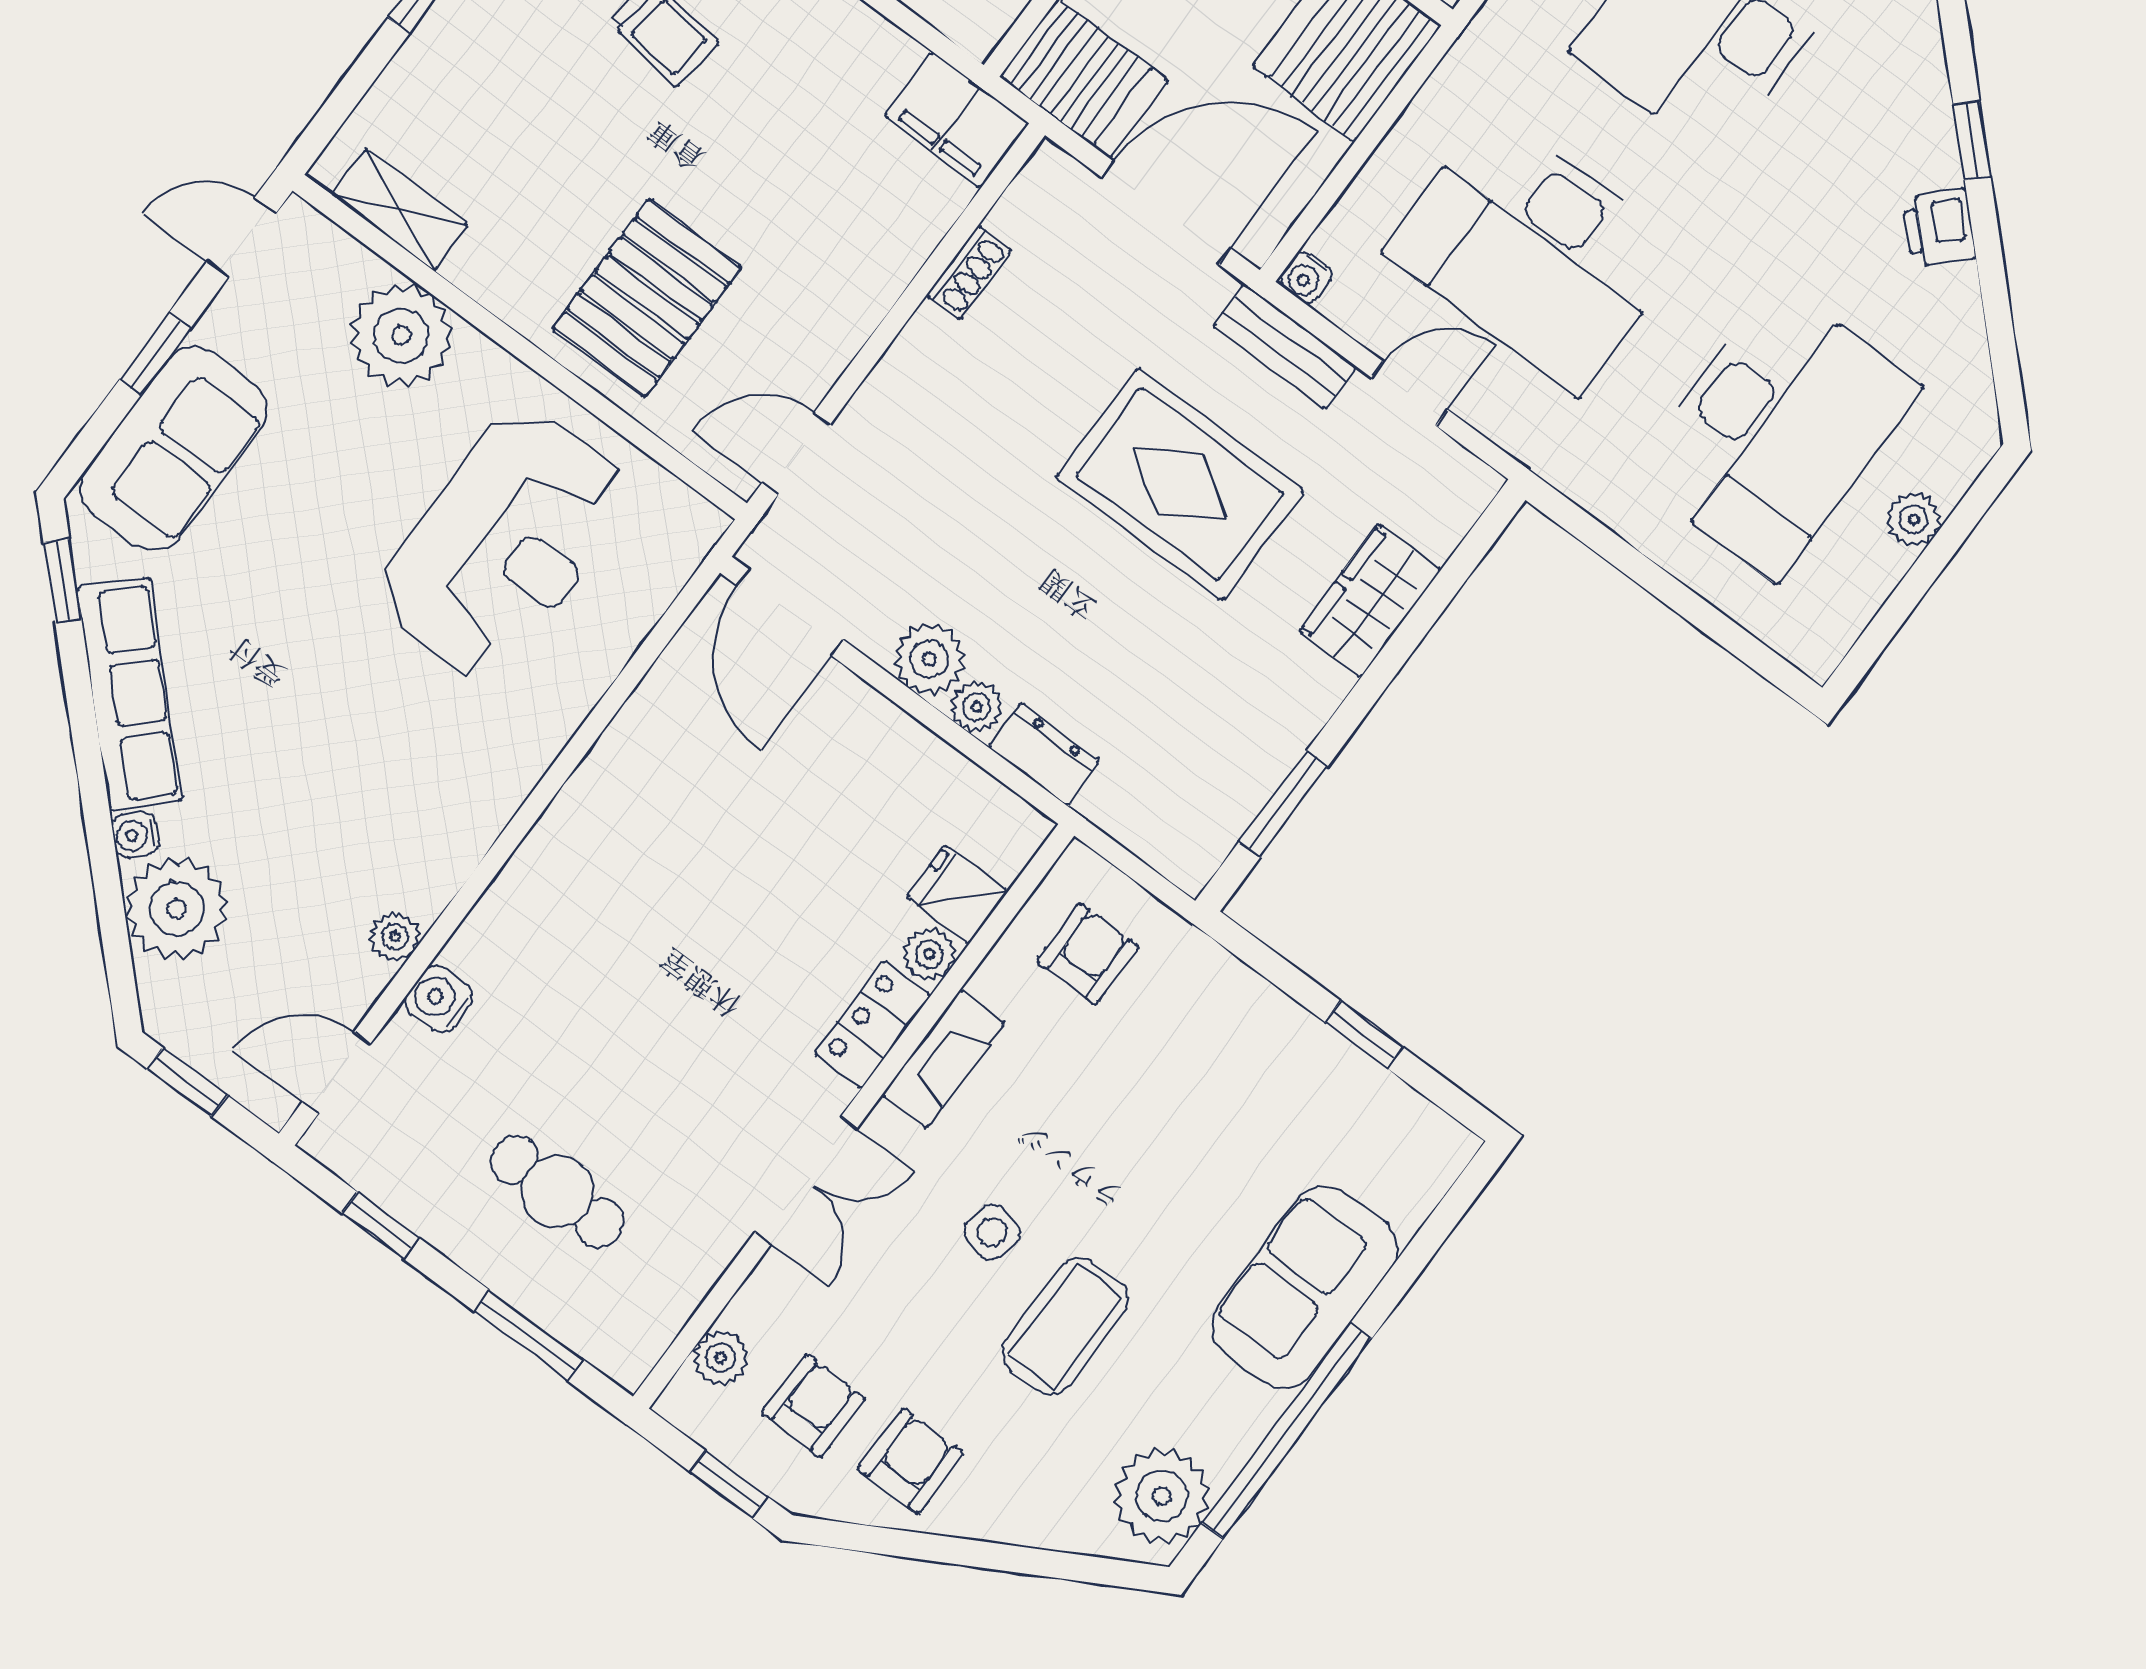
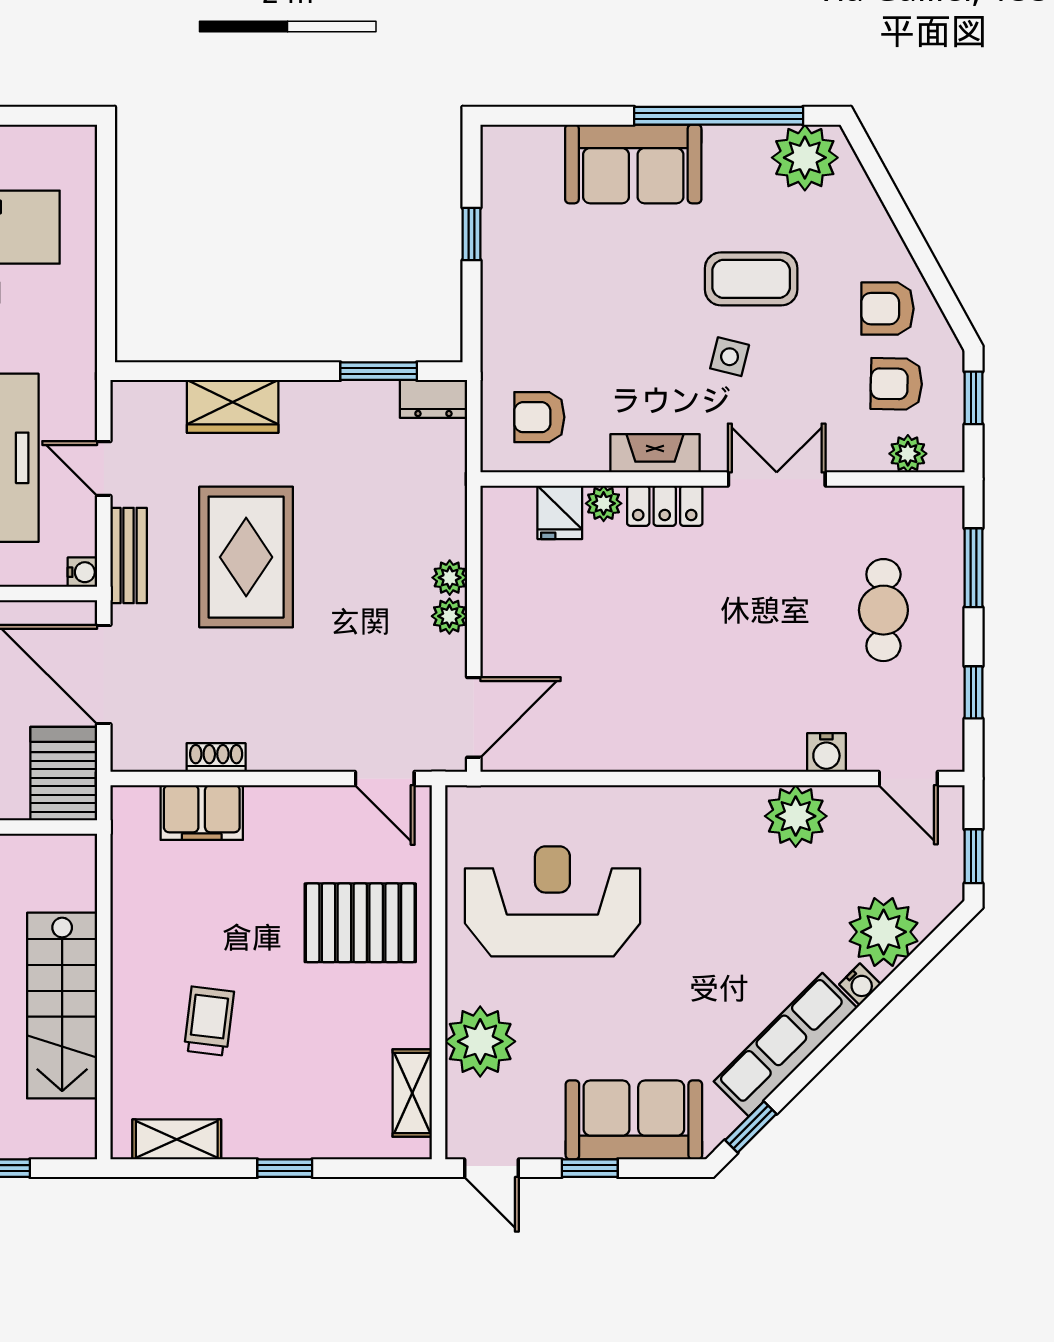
filing cabinet: (956, 120) -> (202, 813), moved, turned 90
plant: (929, 659) -> (449, 616), width x0.73, depth x0.73
dresser: (1044, 754) -> (433, 399), moved, turned -90
plant: (395, 937) -> (796, 816), width x1.88, depth x1.88

